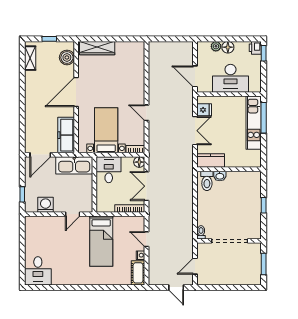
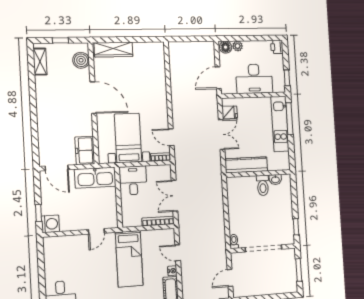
floor lamp: (228, 47) -> (226, 47), moved
window: (264, 53) -> (287, 78), moved
door: (195, 76) -> (218, 78), hinge flipped
door: (76, 92) -> (93, 98), swing flipped
door: (147, 113) -> (171, 137), moved
freezer: (66, 135) -> (85, 150), width x0.71
door: (40, 155) -> (57, 168), hinge flipped
kitchen counter: (211, 161) -> (246, 165), width x1.50
floor lamp: (139, 162) -> (165, 170), removed
washbasin: (220, 176) -> (275, 180), moved
toilet: (207, 181) -> (263, 185), moved
washing machine: (46, 205) -> (50, 224), moved, turned 90
window: (264, 205) -> (296, 227), moved

